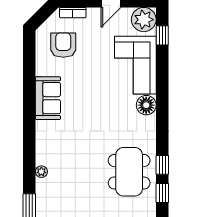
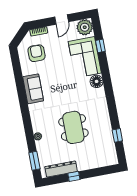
window: (162, 35) -> (100, 46), moved
window: (162, 165) -> (114, 118), removed
dining table: (129, 172) -> (73, 127), moved

